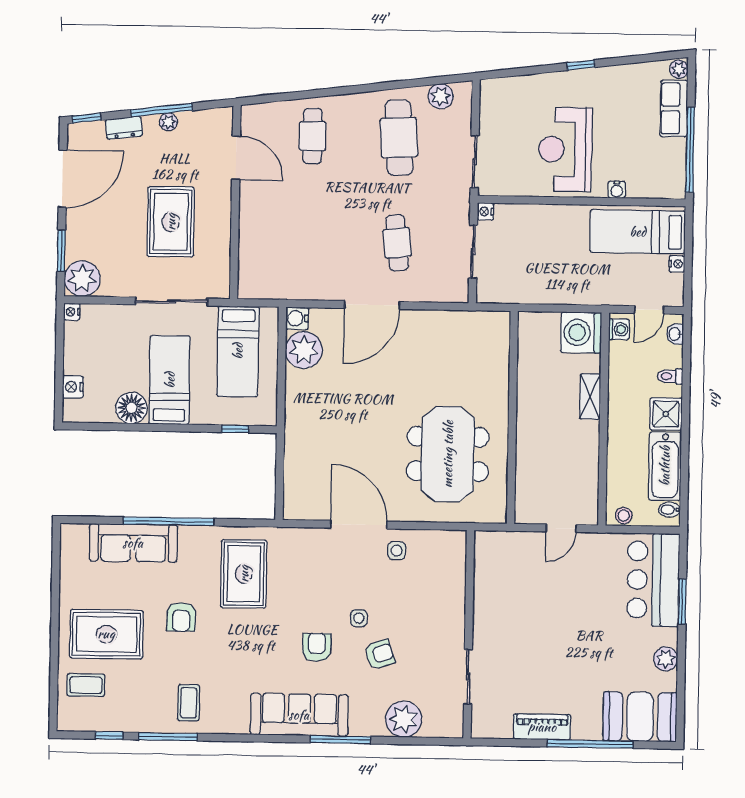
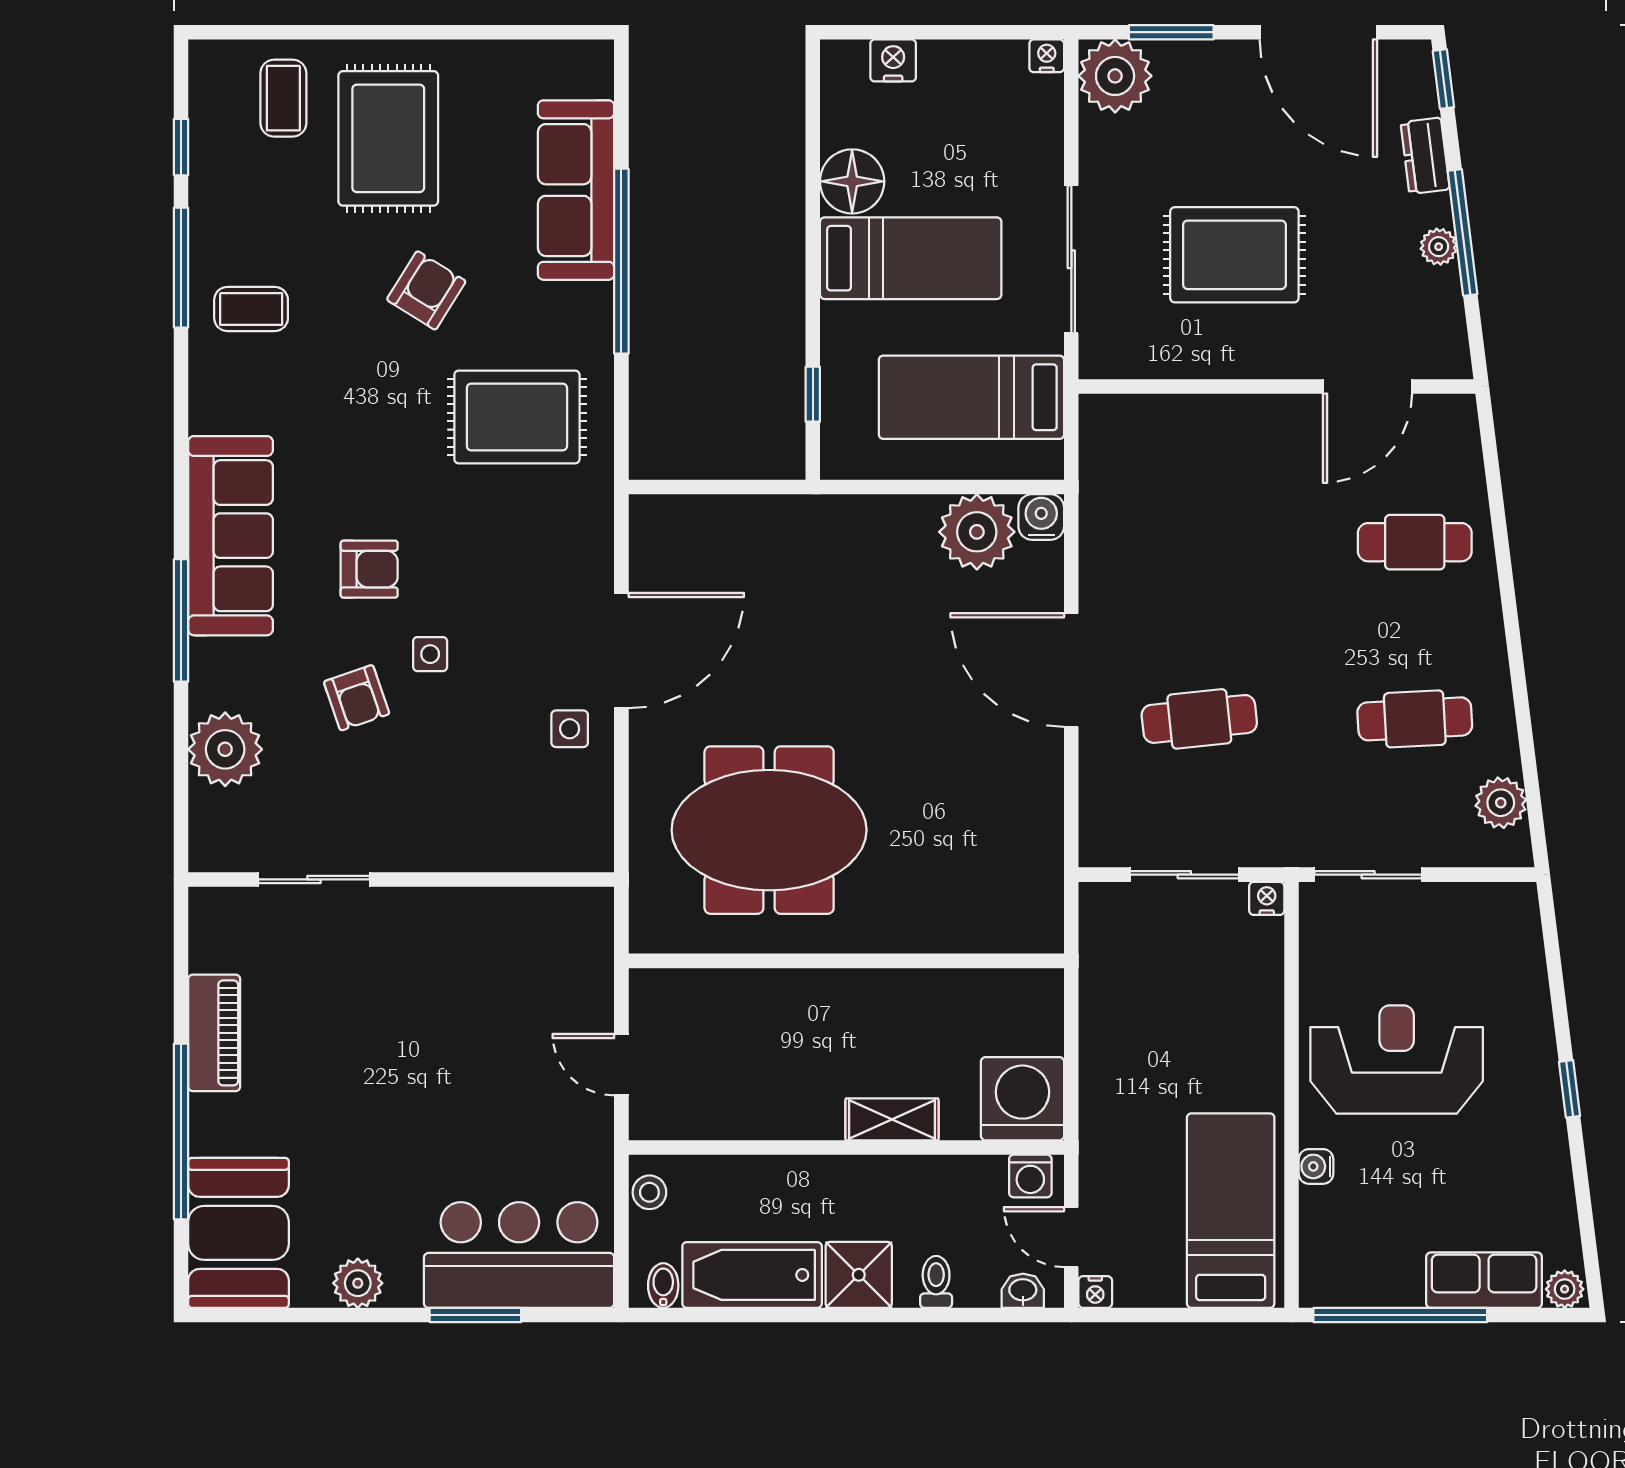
cafe table: (399, 138) -> (1415, 719), width x0.73, depth x0.74
nightstand: (677, 264) -> (1095, 1292), moved
armchair: (181, 617) -> (426, 290), turned 122

